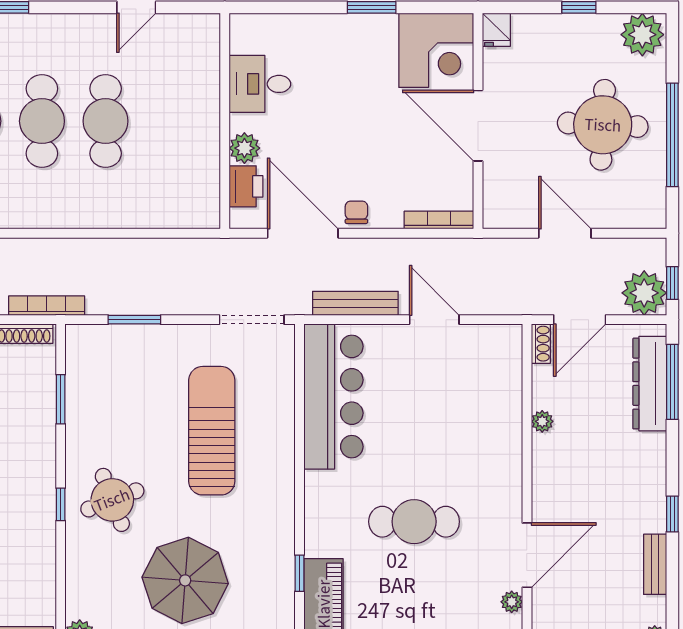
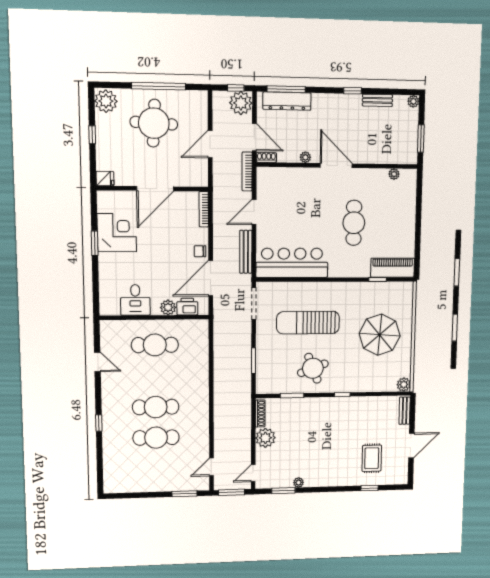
corner desk: (436, 50) -> (117, 233), moved
cafe table: (106, 121) -> (155, 345), moved
bookcase: (47, 306) -> (247, 171), moved
round table: (112, 500) -> (313, 368), moved
door: (527, 555) -> (336, 166), moved

